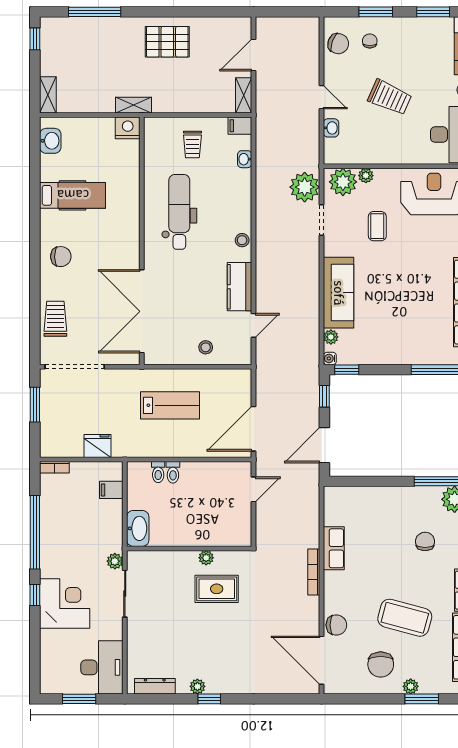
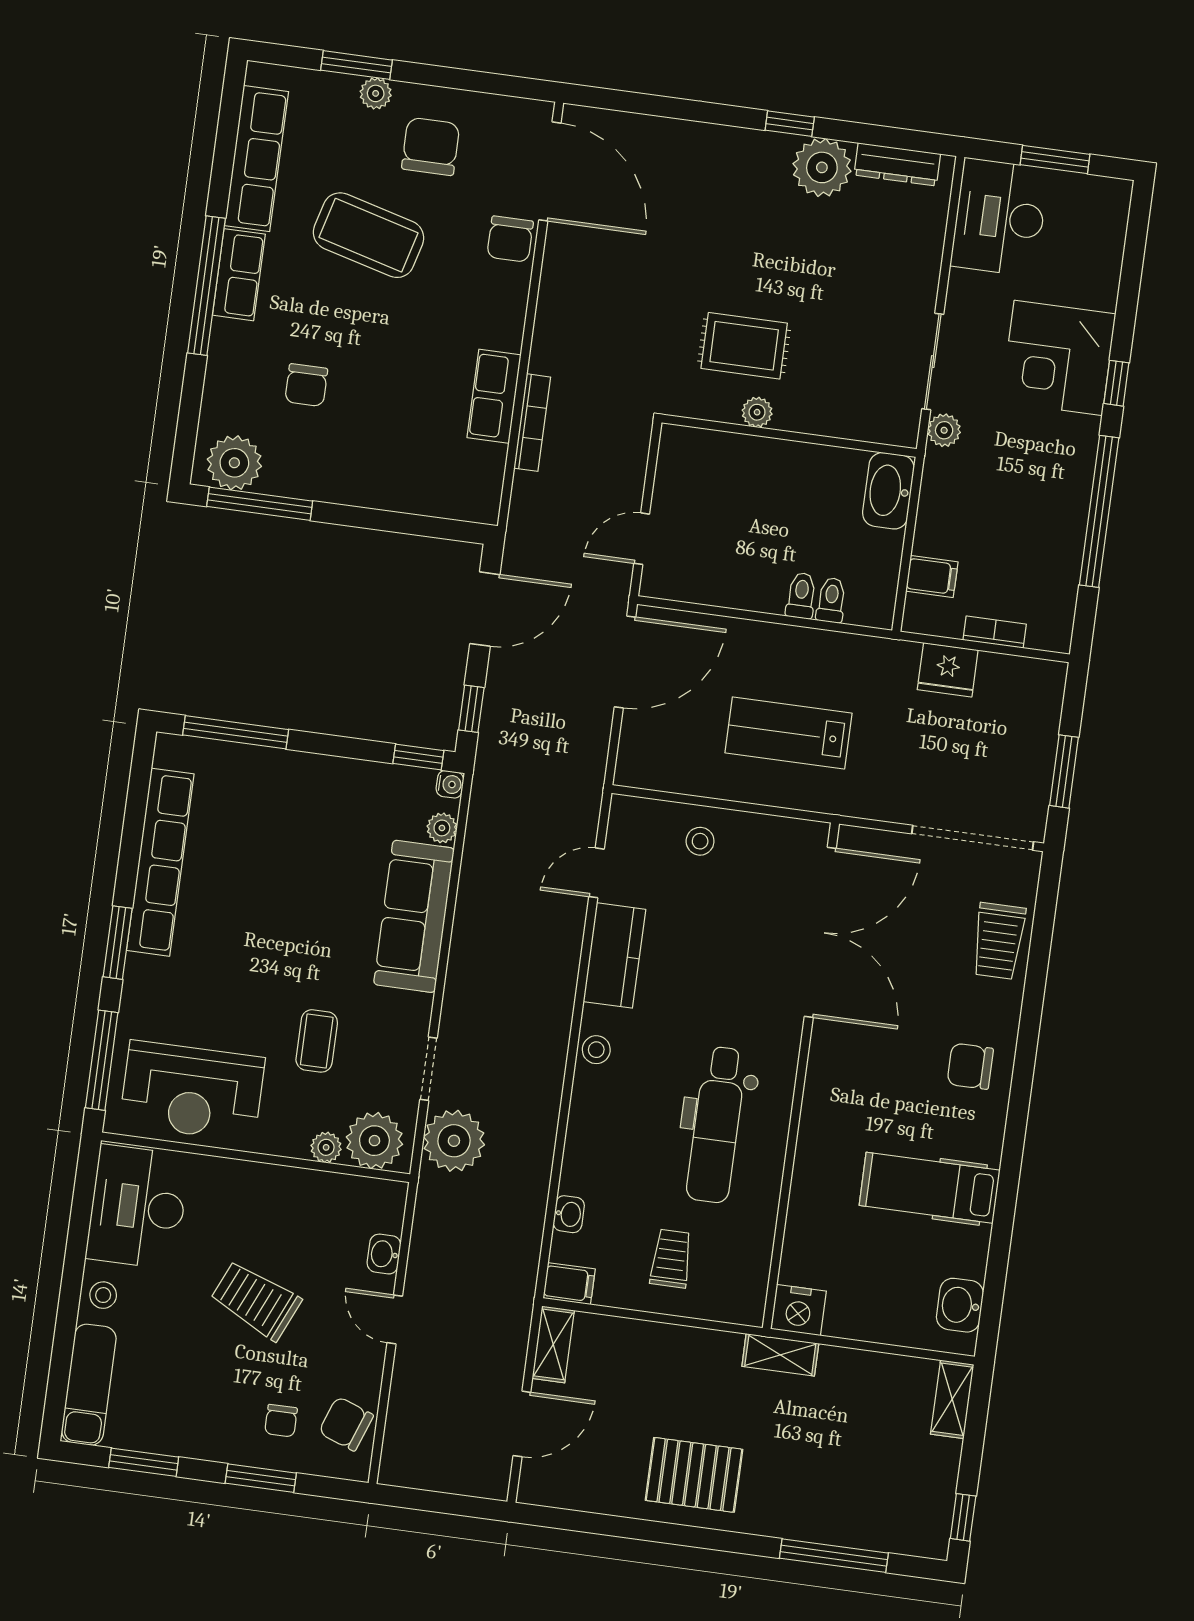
bookcase: (54, 467) -> (995, 632), moved
bookcase: (314, 572) -> (532, 423), moved
chair: (336, 625) -> (510, 239), turned -90
plant: (197, 686) -> (822, 167), width x1.88, depth x1.88

